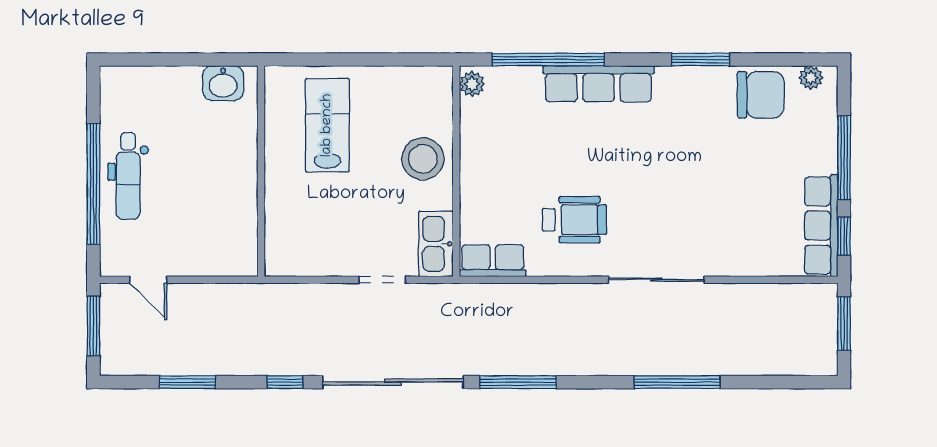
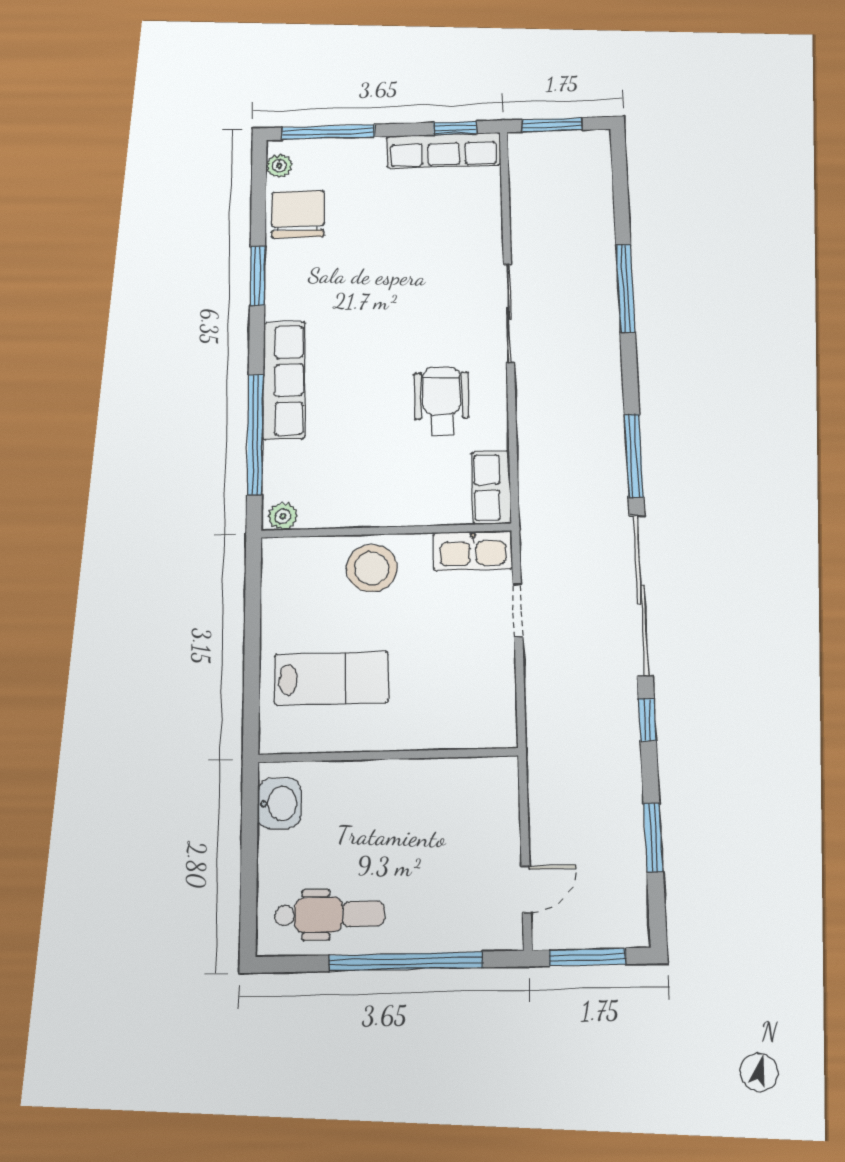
lab bench: (327, 125) -> (331, 678), turned 180
window: (844, 158) -> (328, 132), moved
dental chair: (128, 176) -> (329, 915), moved

